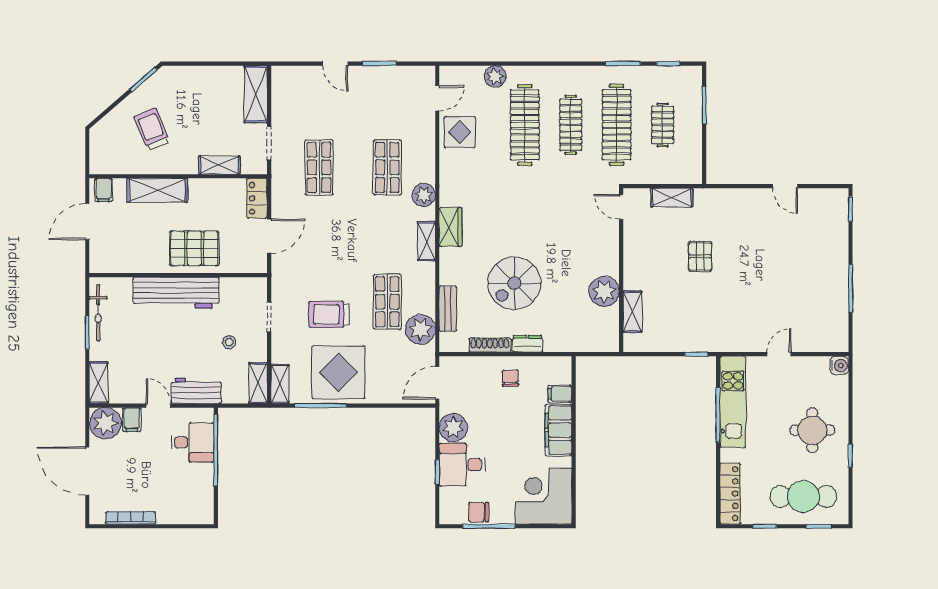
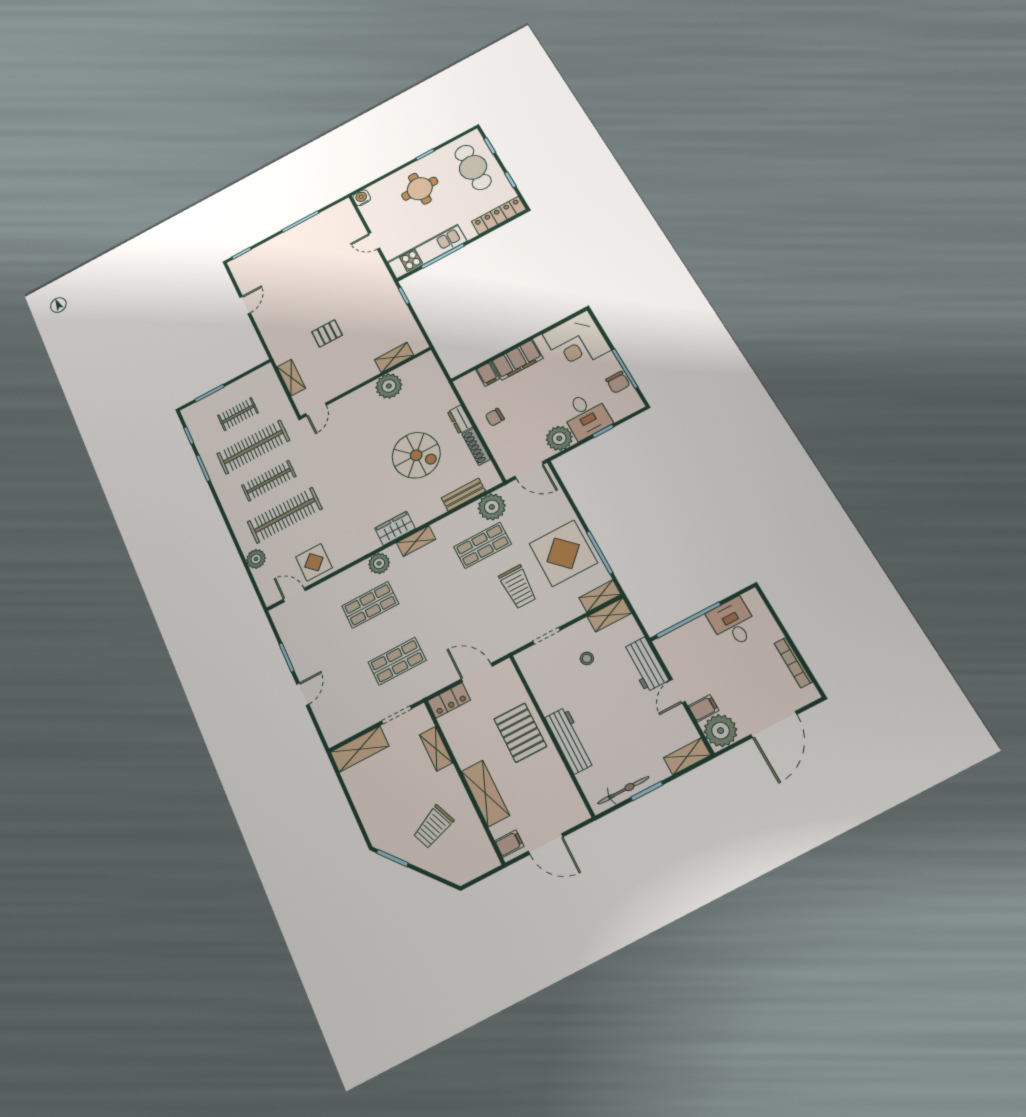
workbench: (176, 293) -> (570, 740), width x0.73, depth x0.76
desk: (193, 442) -> (733, 623), moved

